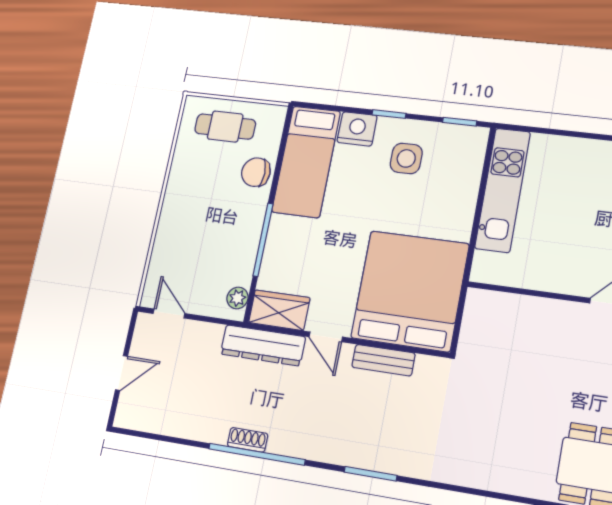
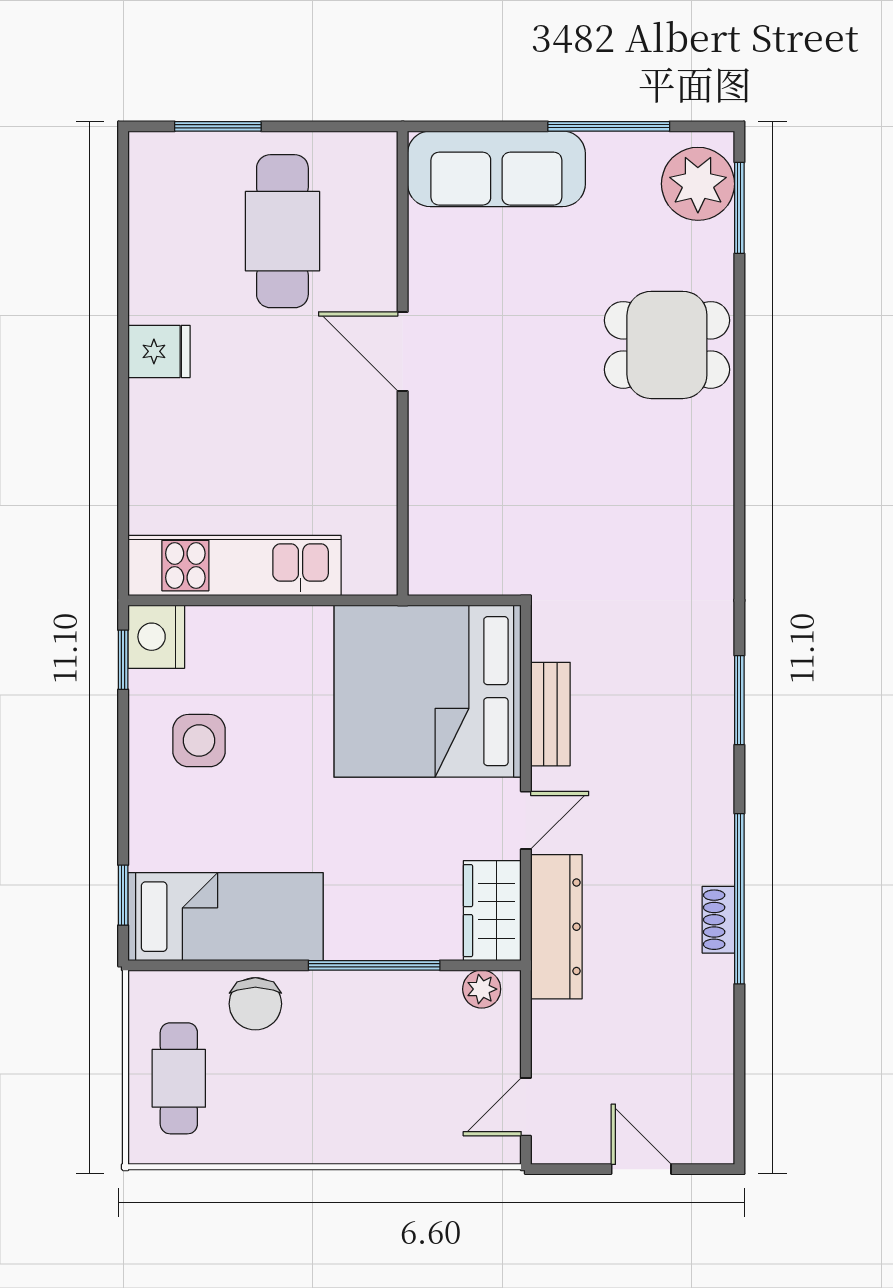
window: (389, 114) -> (123, 895), moved
nightstand: (357, 129) -> (156, 637), moved

